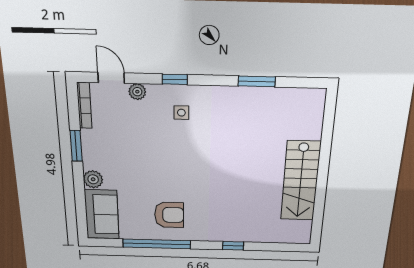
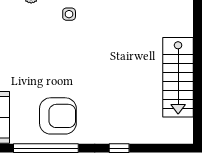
armchair: (169, 215) -> (58, 116), width x1.36, depth x1.36

